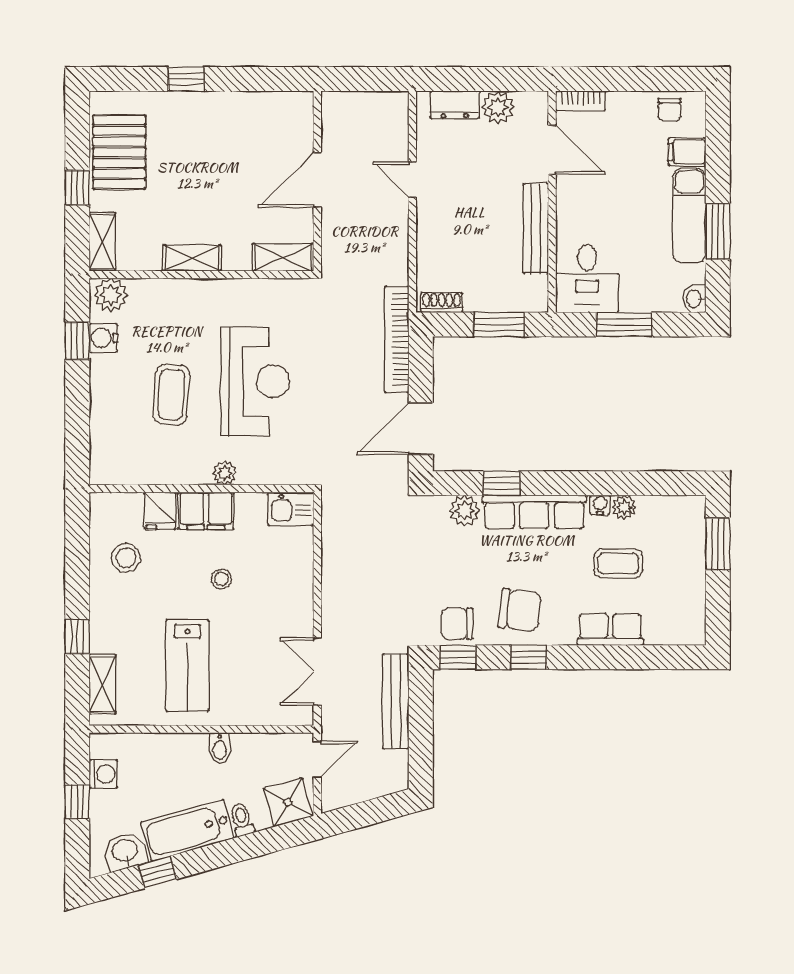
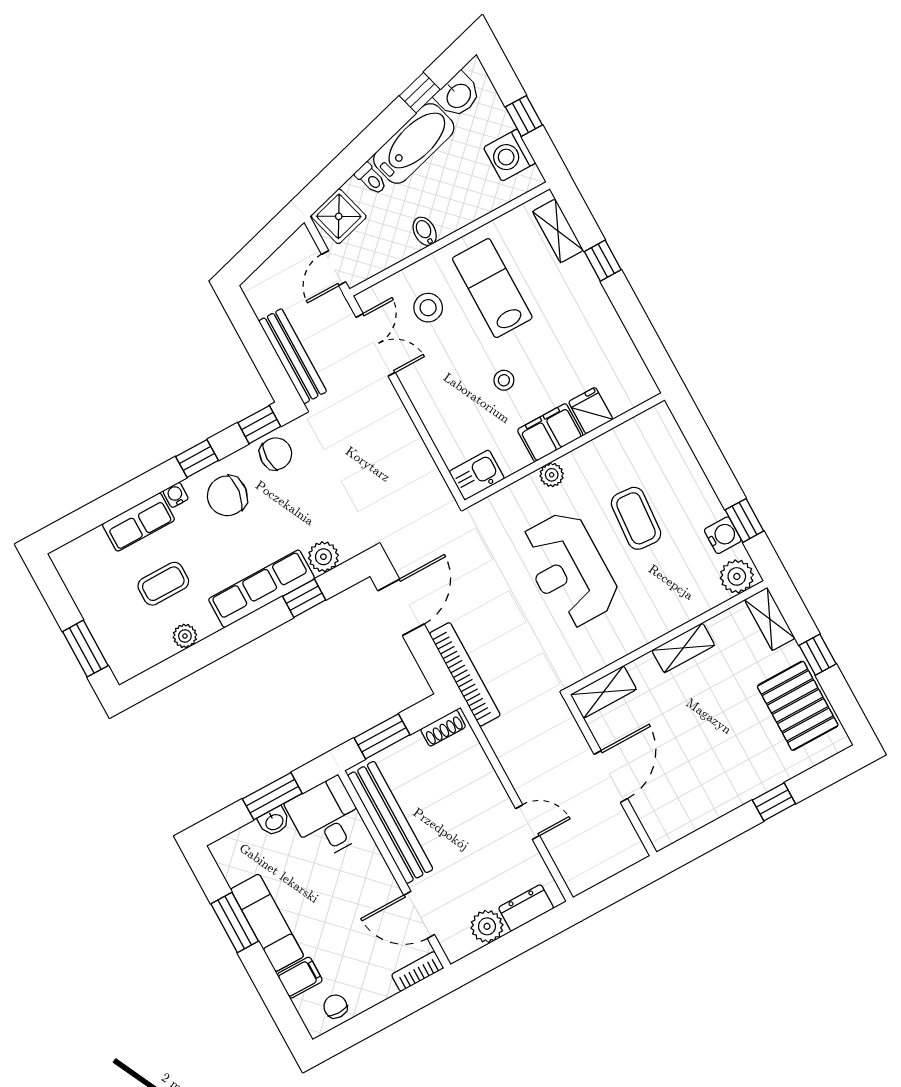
bench: (536, 228) -> (390, 822), width x1.37, depth x1.21
washbasin: (695, 299) -> (274, 822), moved, turned 90
water cooler: (600, 505) -> (176, 495), moved, turned 180
stool: (126, 558) -> (428, 308), moved
washing machine: (103, 774) -> (510, 155), width x1.38, depth x1.38

